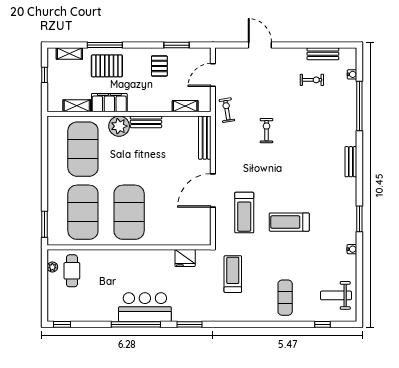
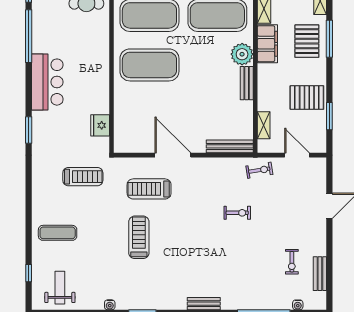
pallet: (159, 66) -> (307, 98), width x1.50, depth x1.42
window: (136, 324) -> (29, 36), moved

